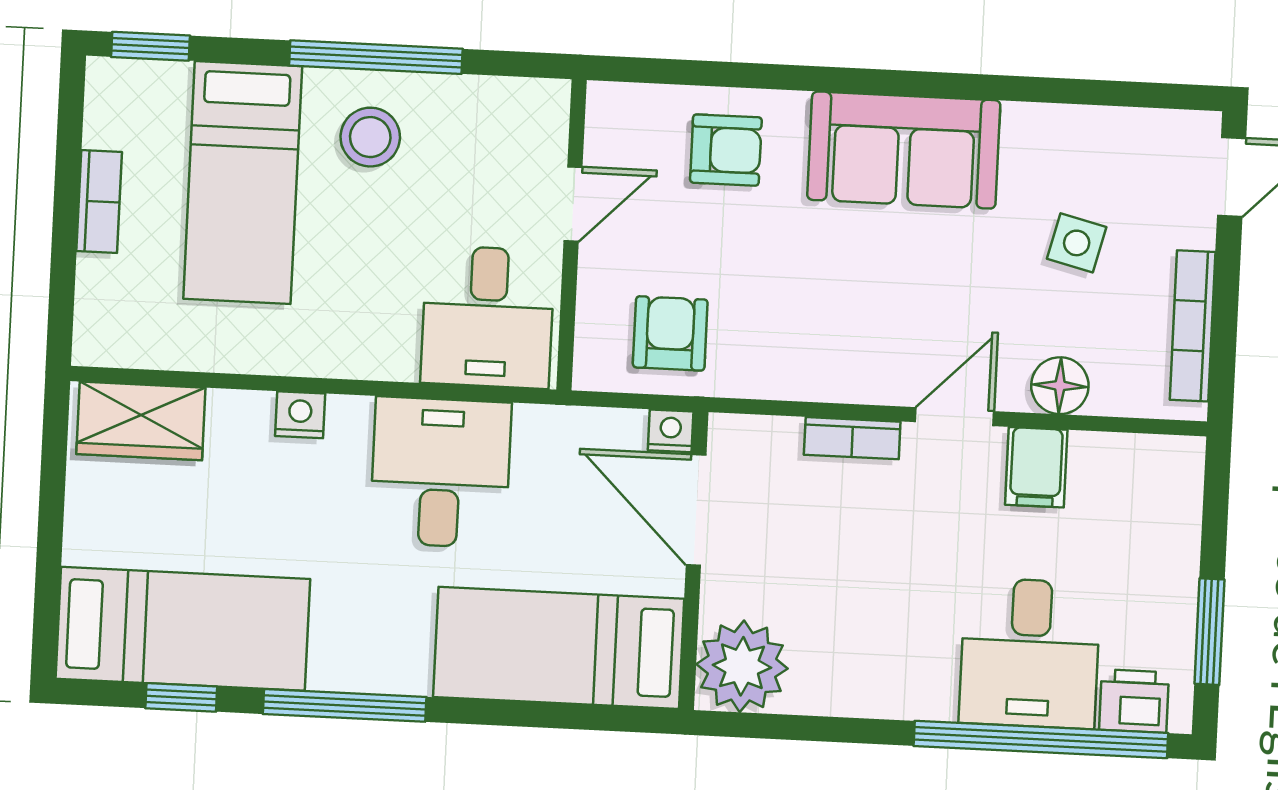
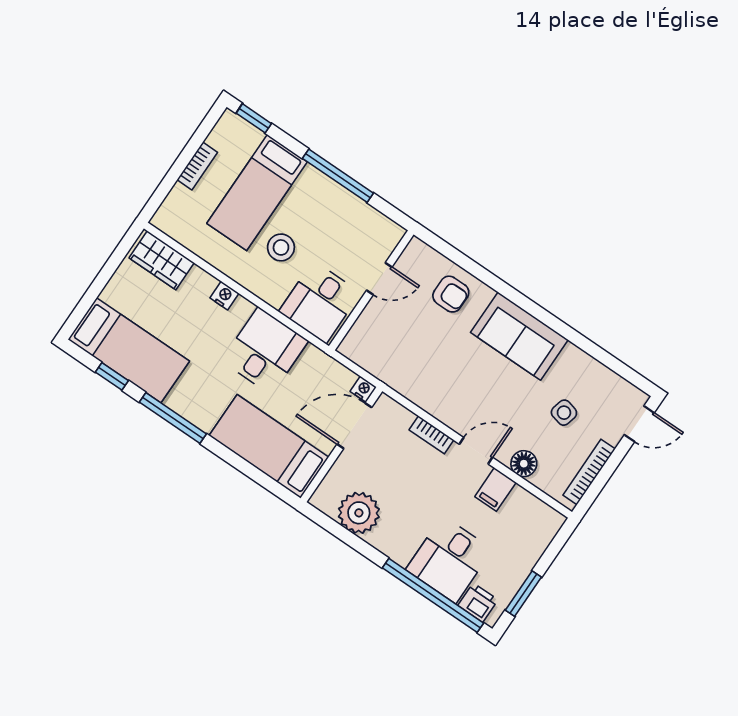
stool: (370, 137) -> (281, 247), moved
armchair: (670, 333) -> (386, 352), removed
door: (696, 510) -> (354, 426), hinge flipped
plant: (742, 666) -> (359, 513), moved

